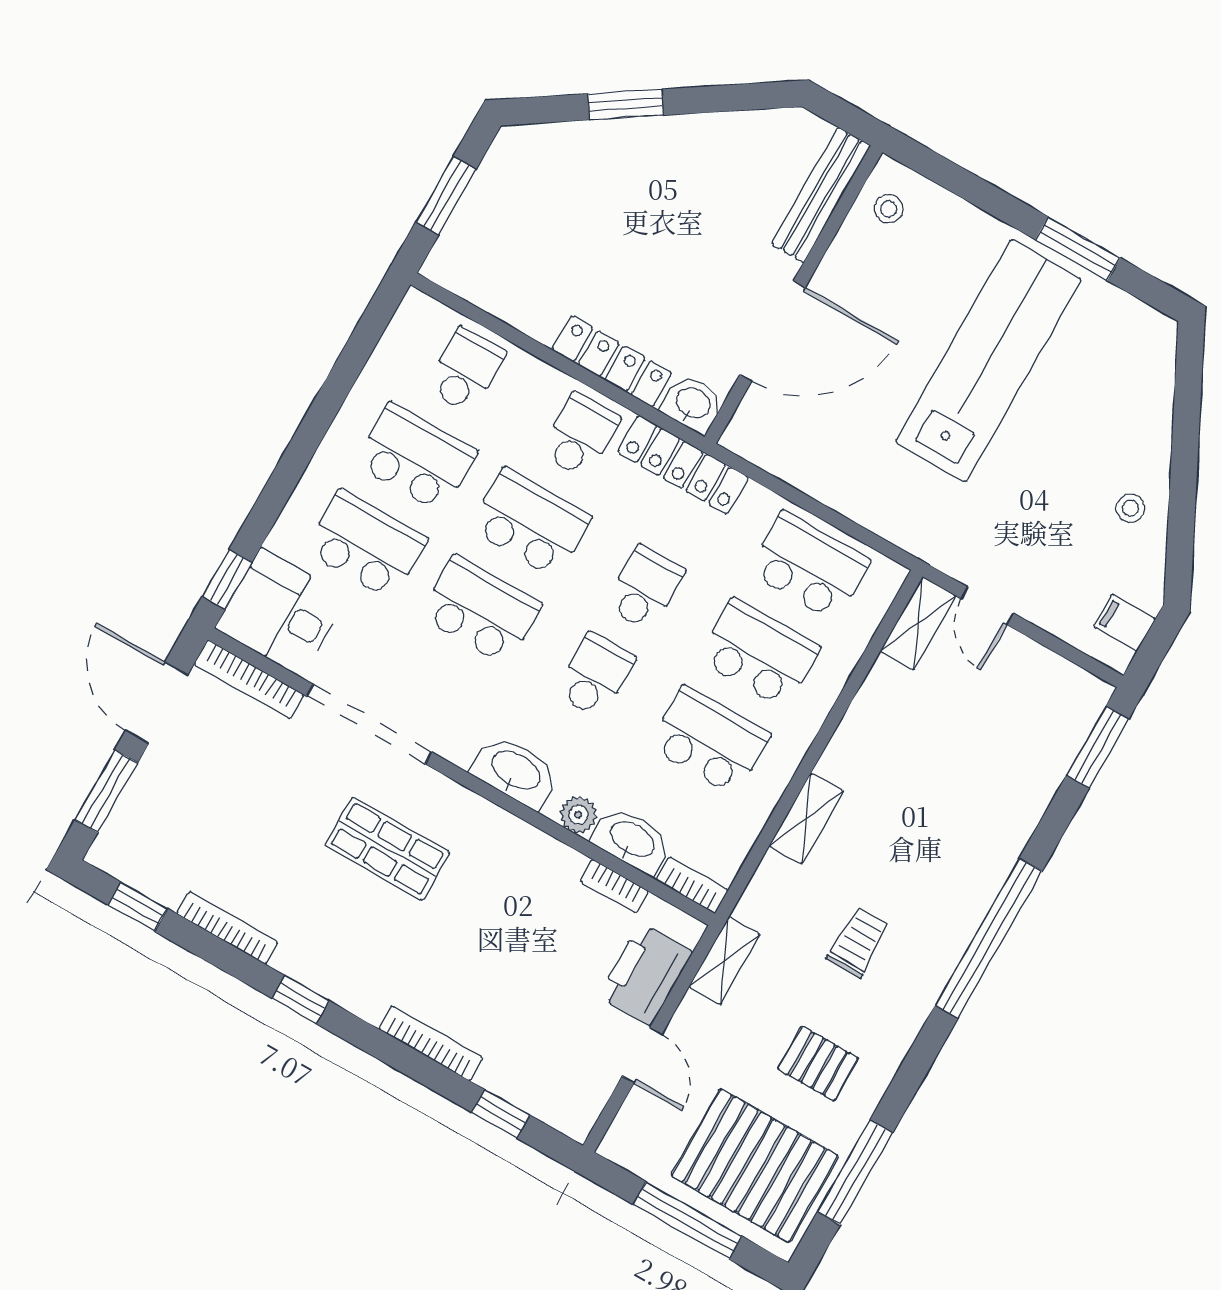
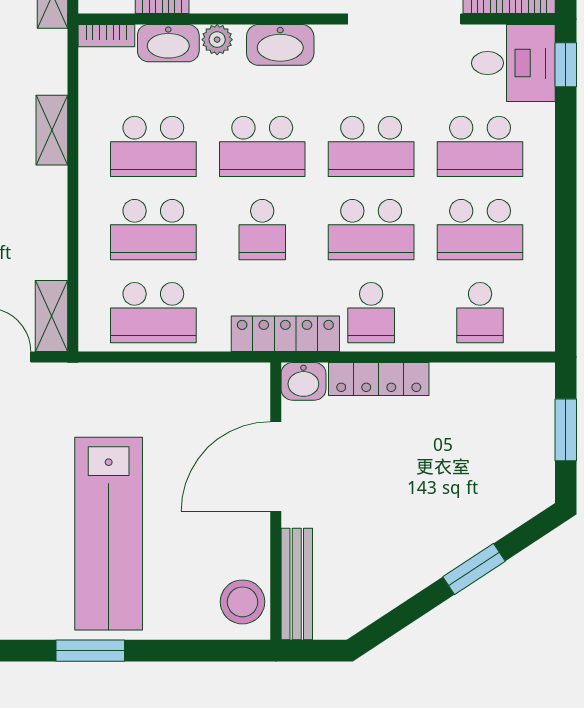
stool: (889, 209) -> (242, 602), width x1.89, depth x1.89
school desk: (595, 675) -> (262, 146), width x1.85

